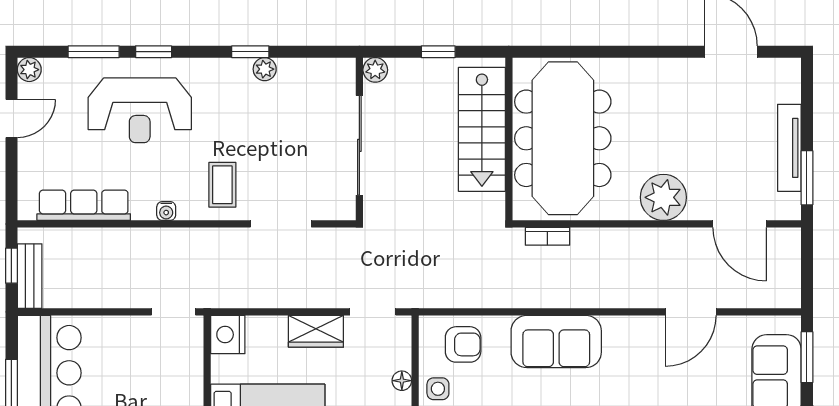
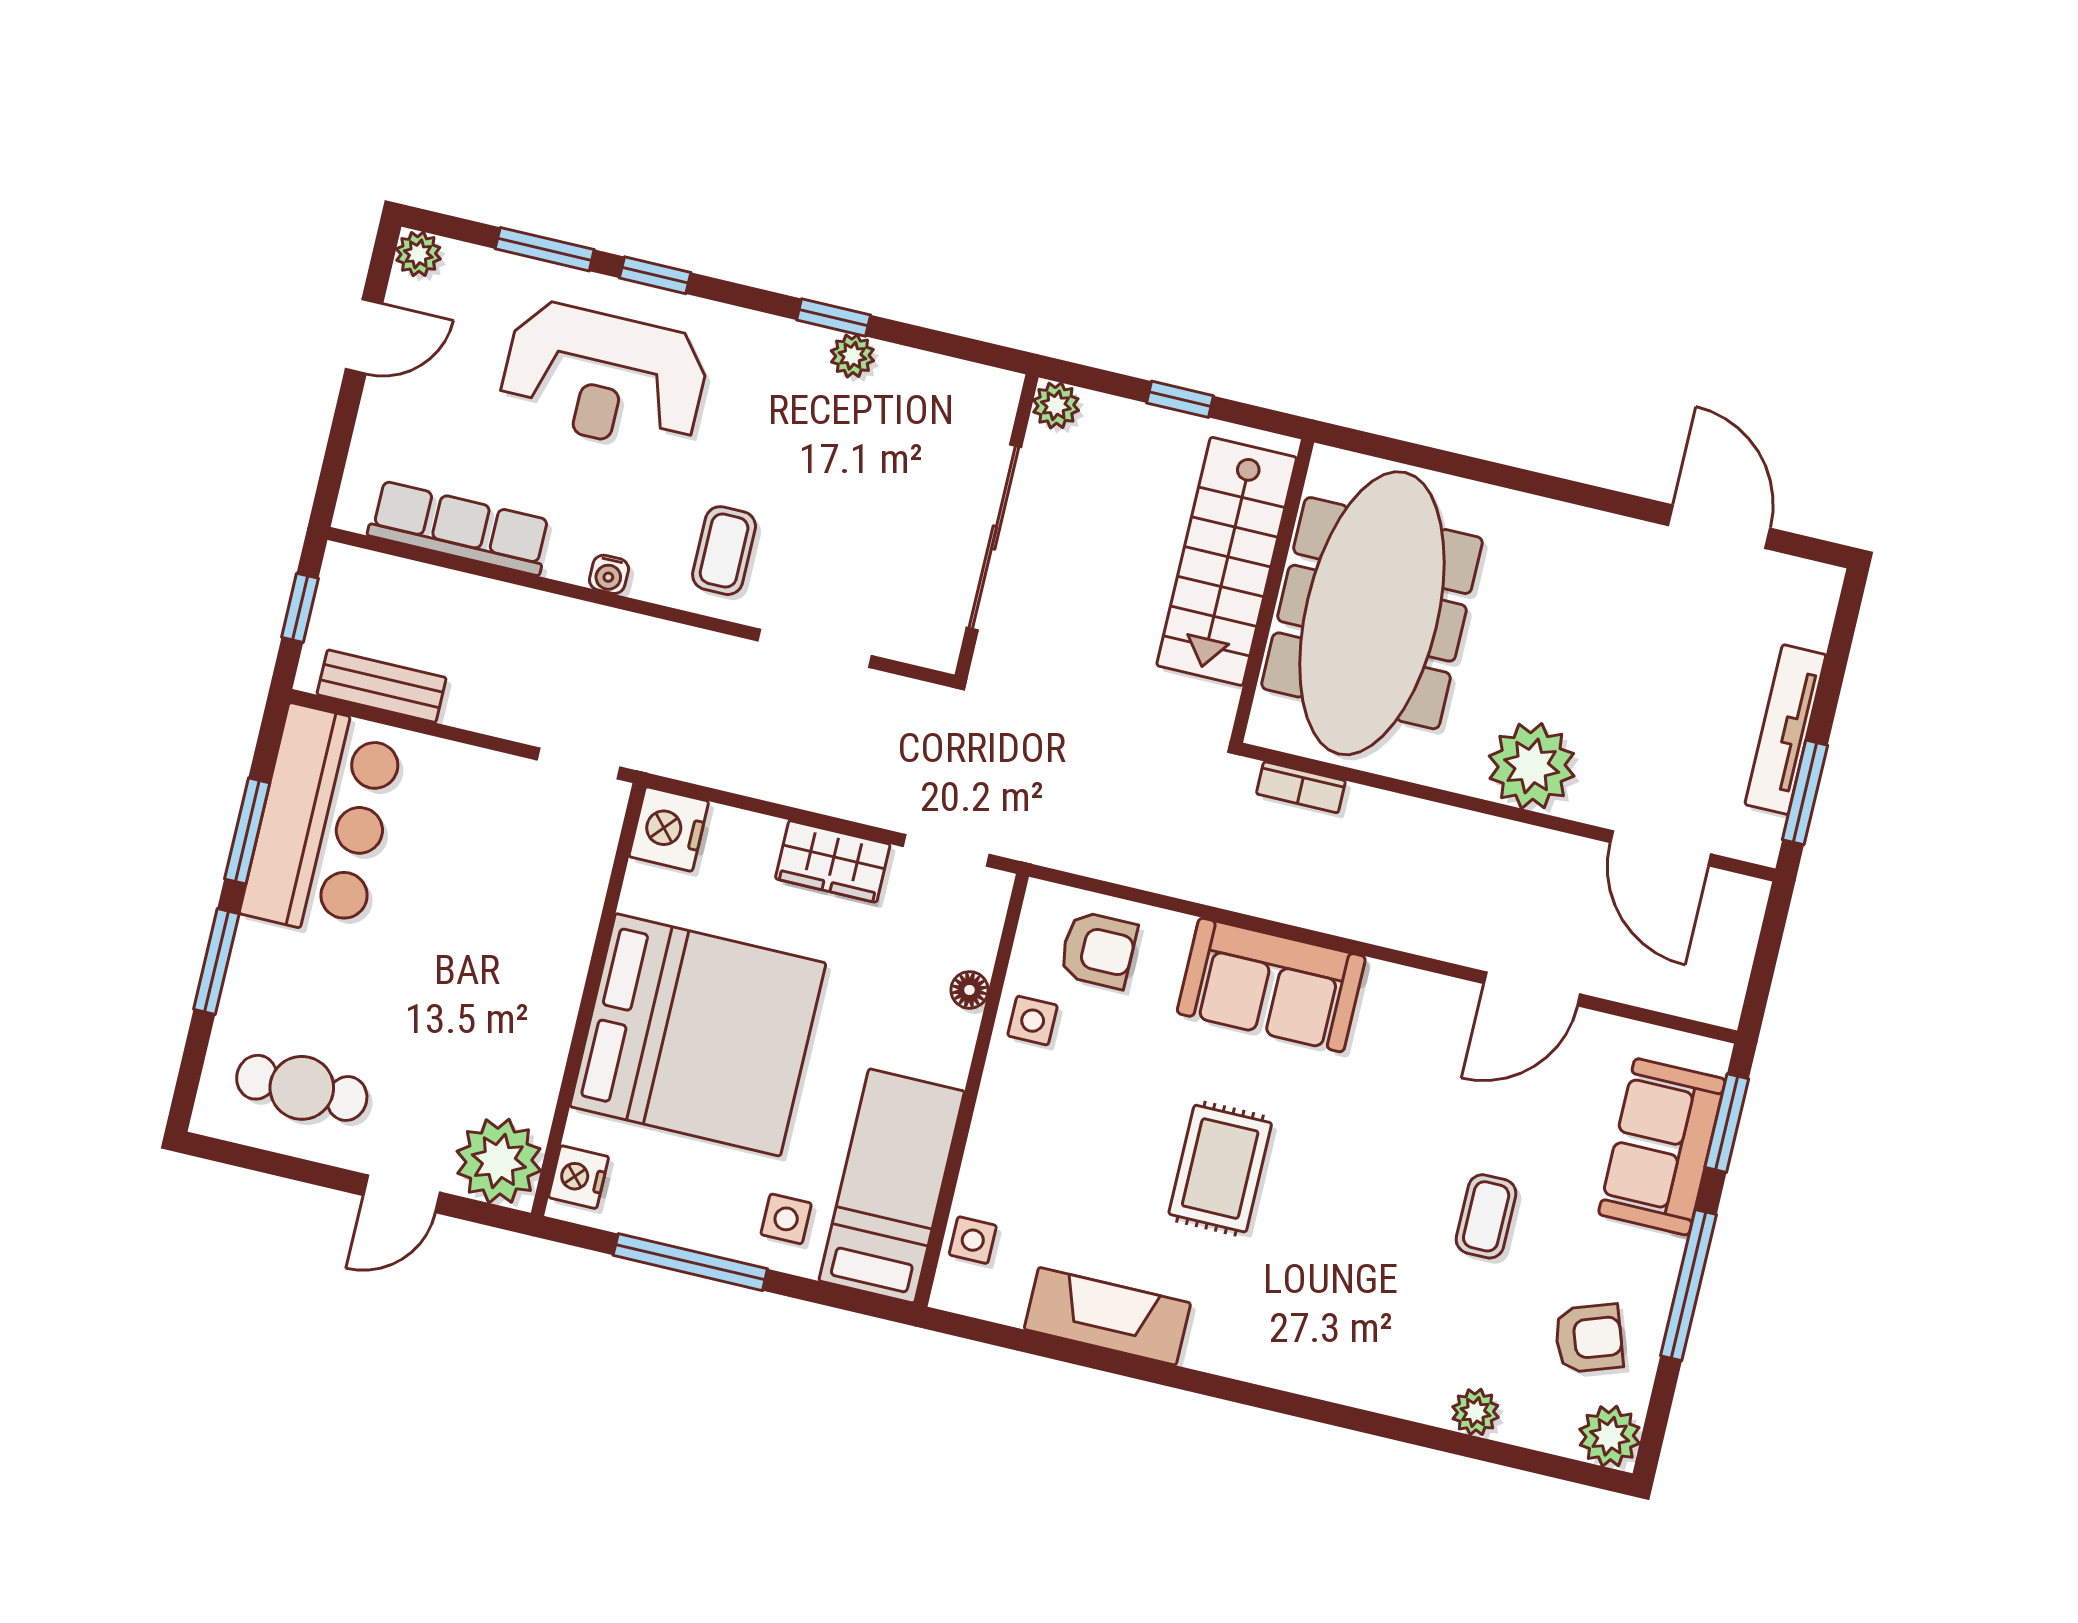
bench: (30, 276) -> (382, 686), moved, turned 90

